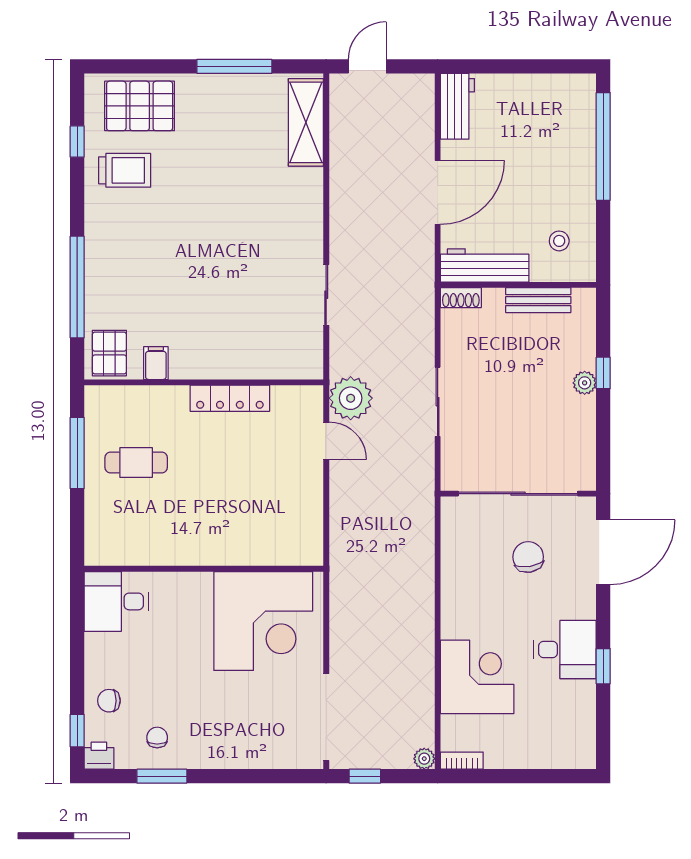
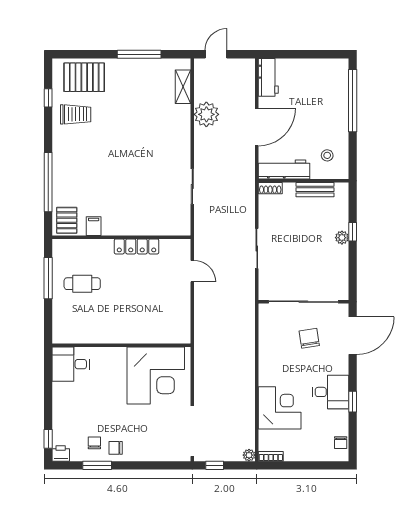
shelving: (306, 122) -> (183, 87), width x0.67, depth x0.75
plant: (351, 398) -> (206, 114), moved
chair: (109, 701) -> (116, 448), moved
chair: (582, 737) -> (341, 443), added

